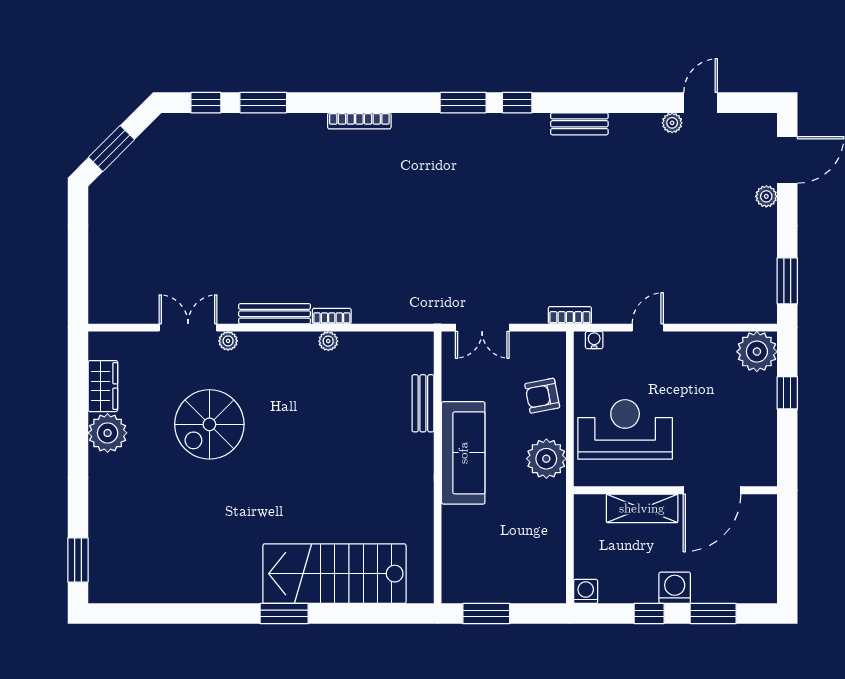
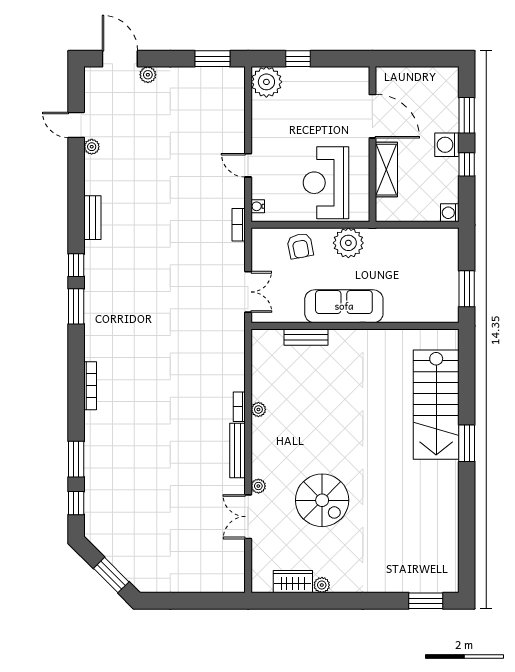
plant: (108, 433) -> (322, 585), width x0.53, depth x0.53

